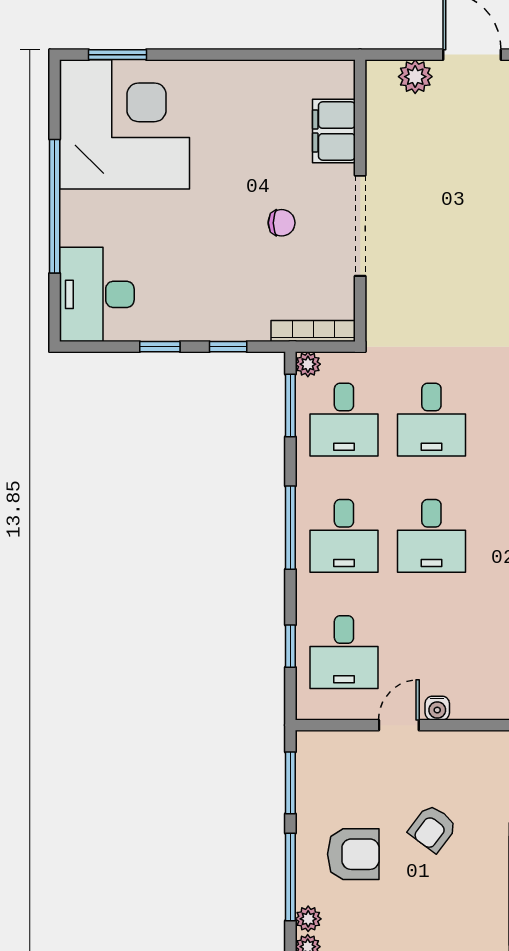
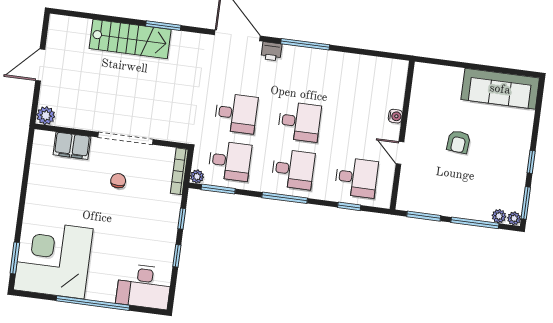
plant: (415, 77) -> (46, 116), moved
water cooler: (437, 708) -> (395, 116), moved
armchair: (433, 828) -> (459, 142), turned 58
armchair: (353, 854) -> (467, 187), removed

